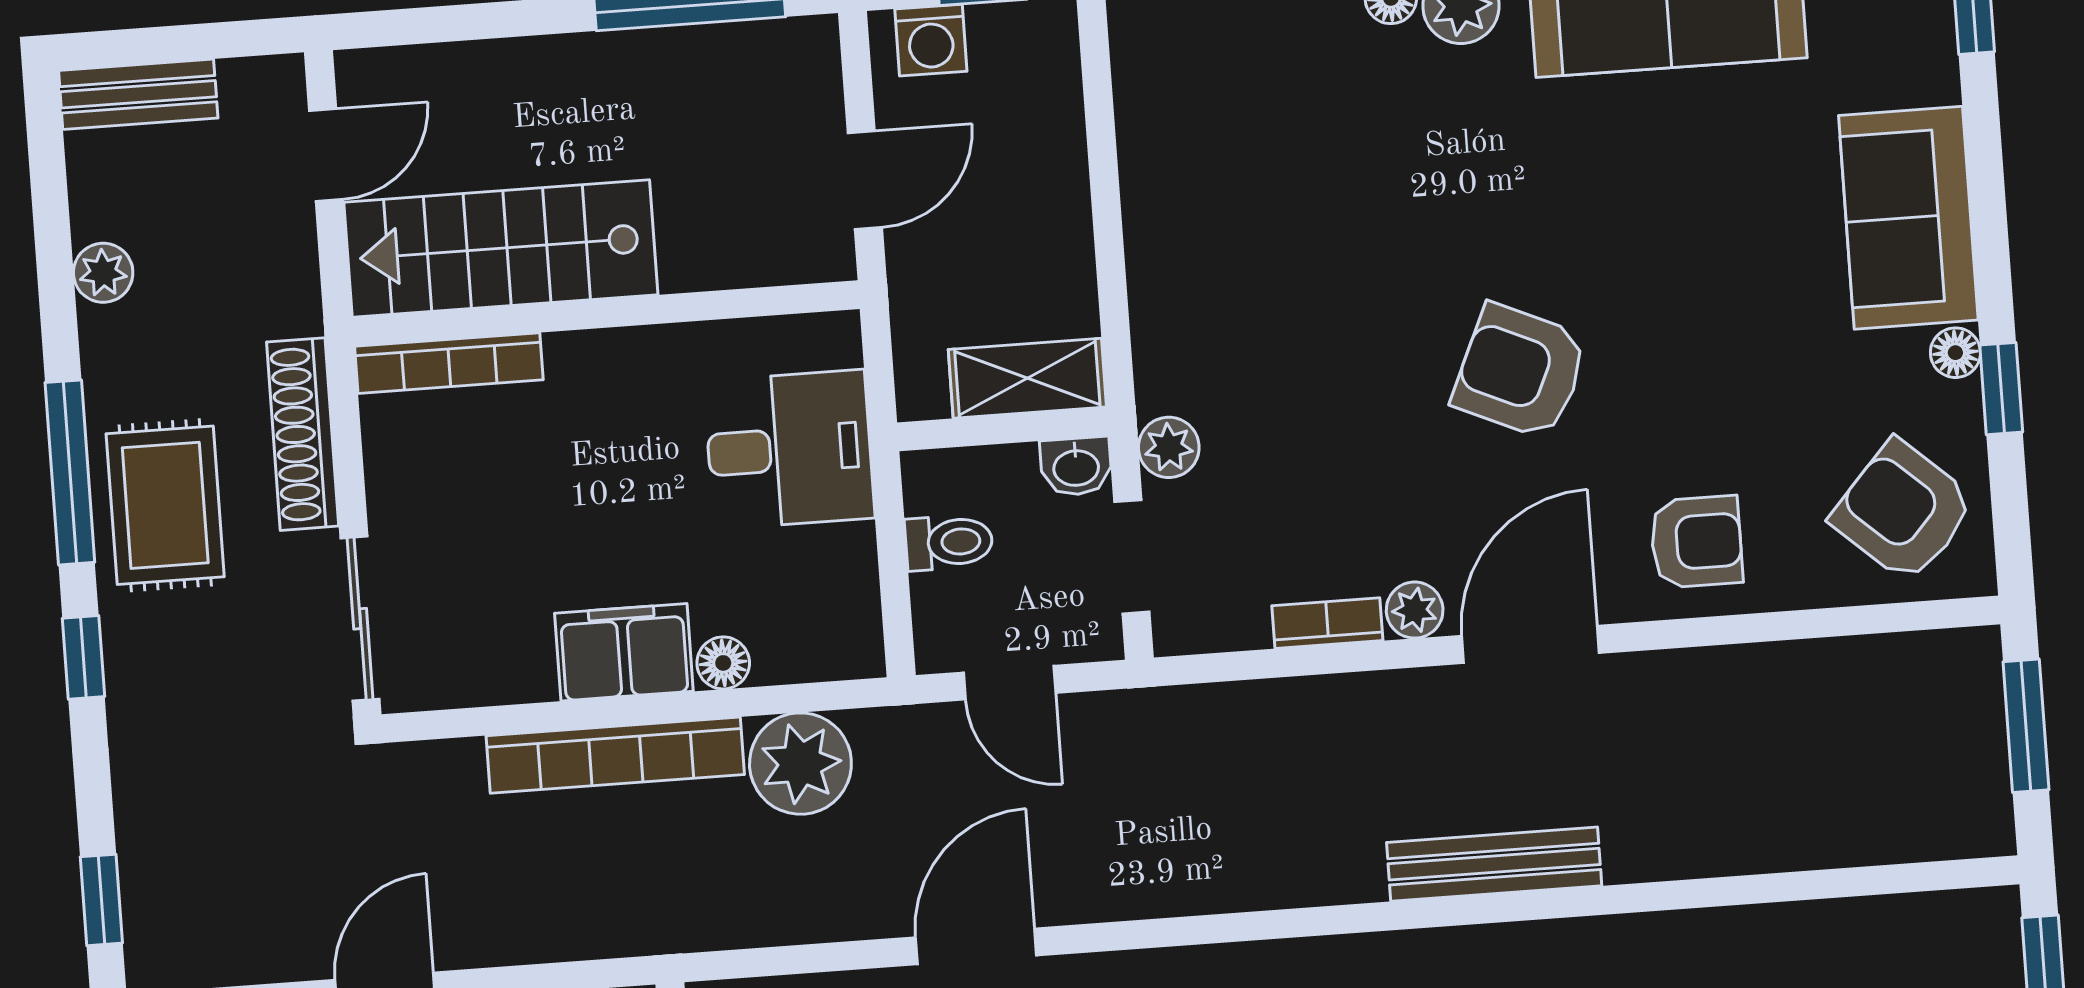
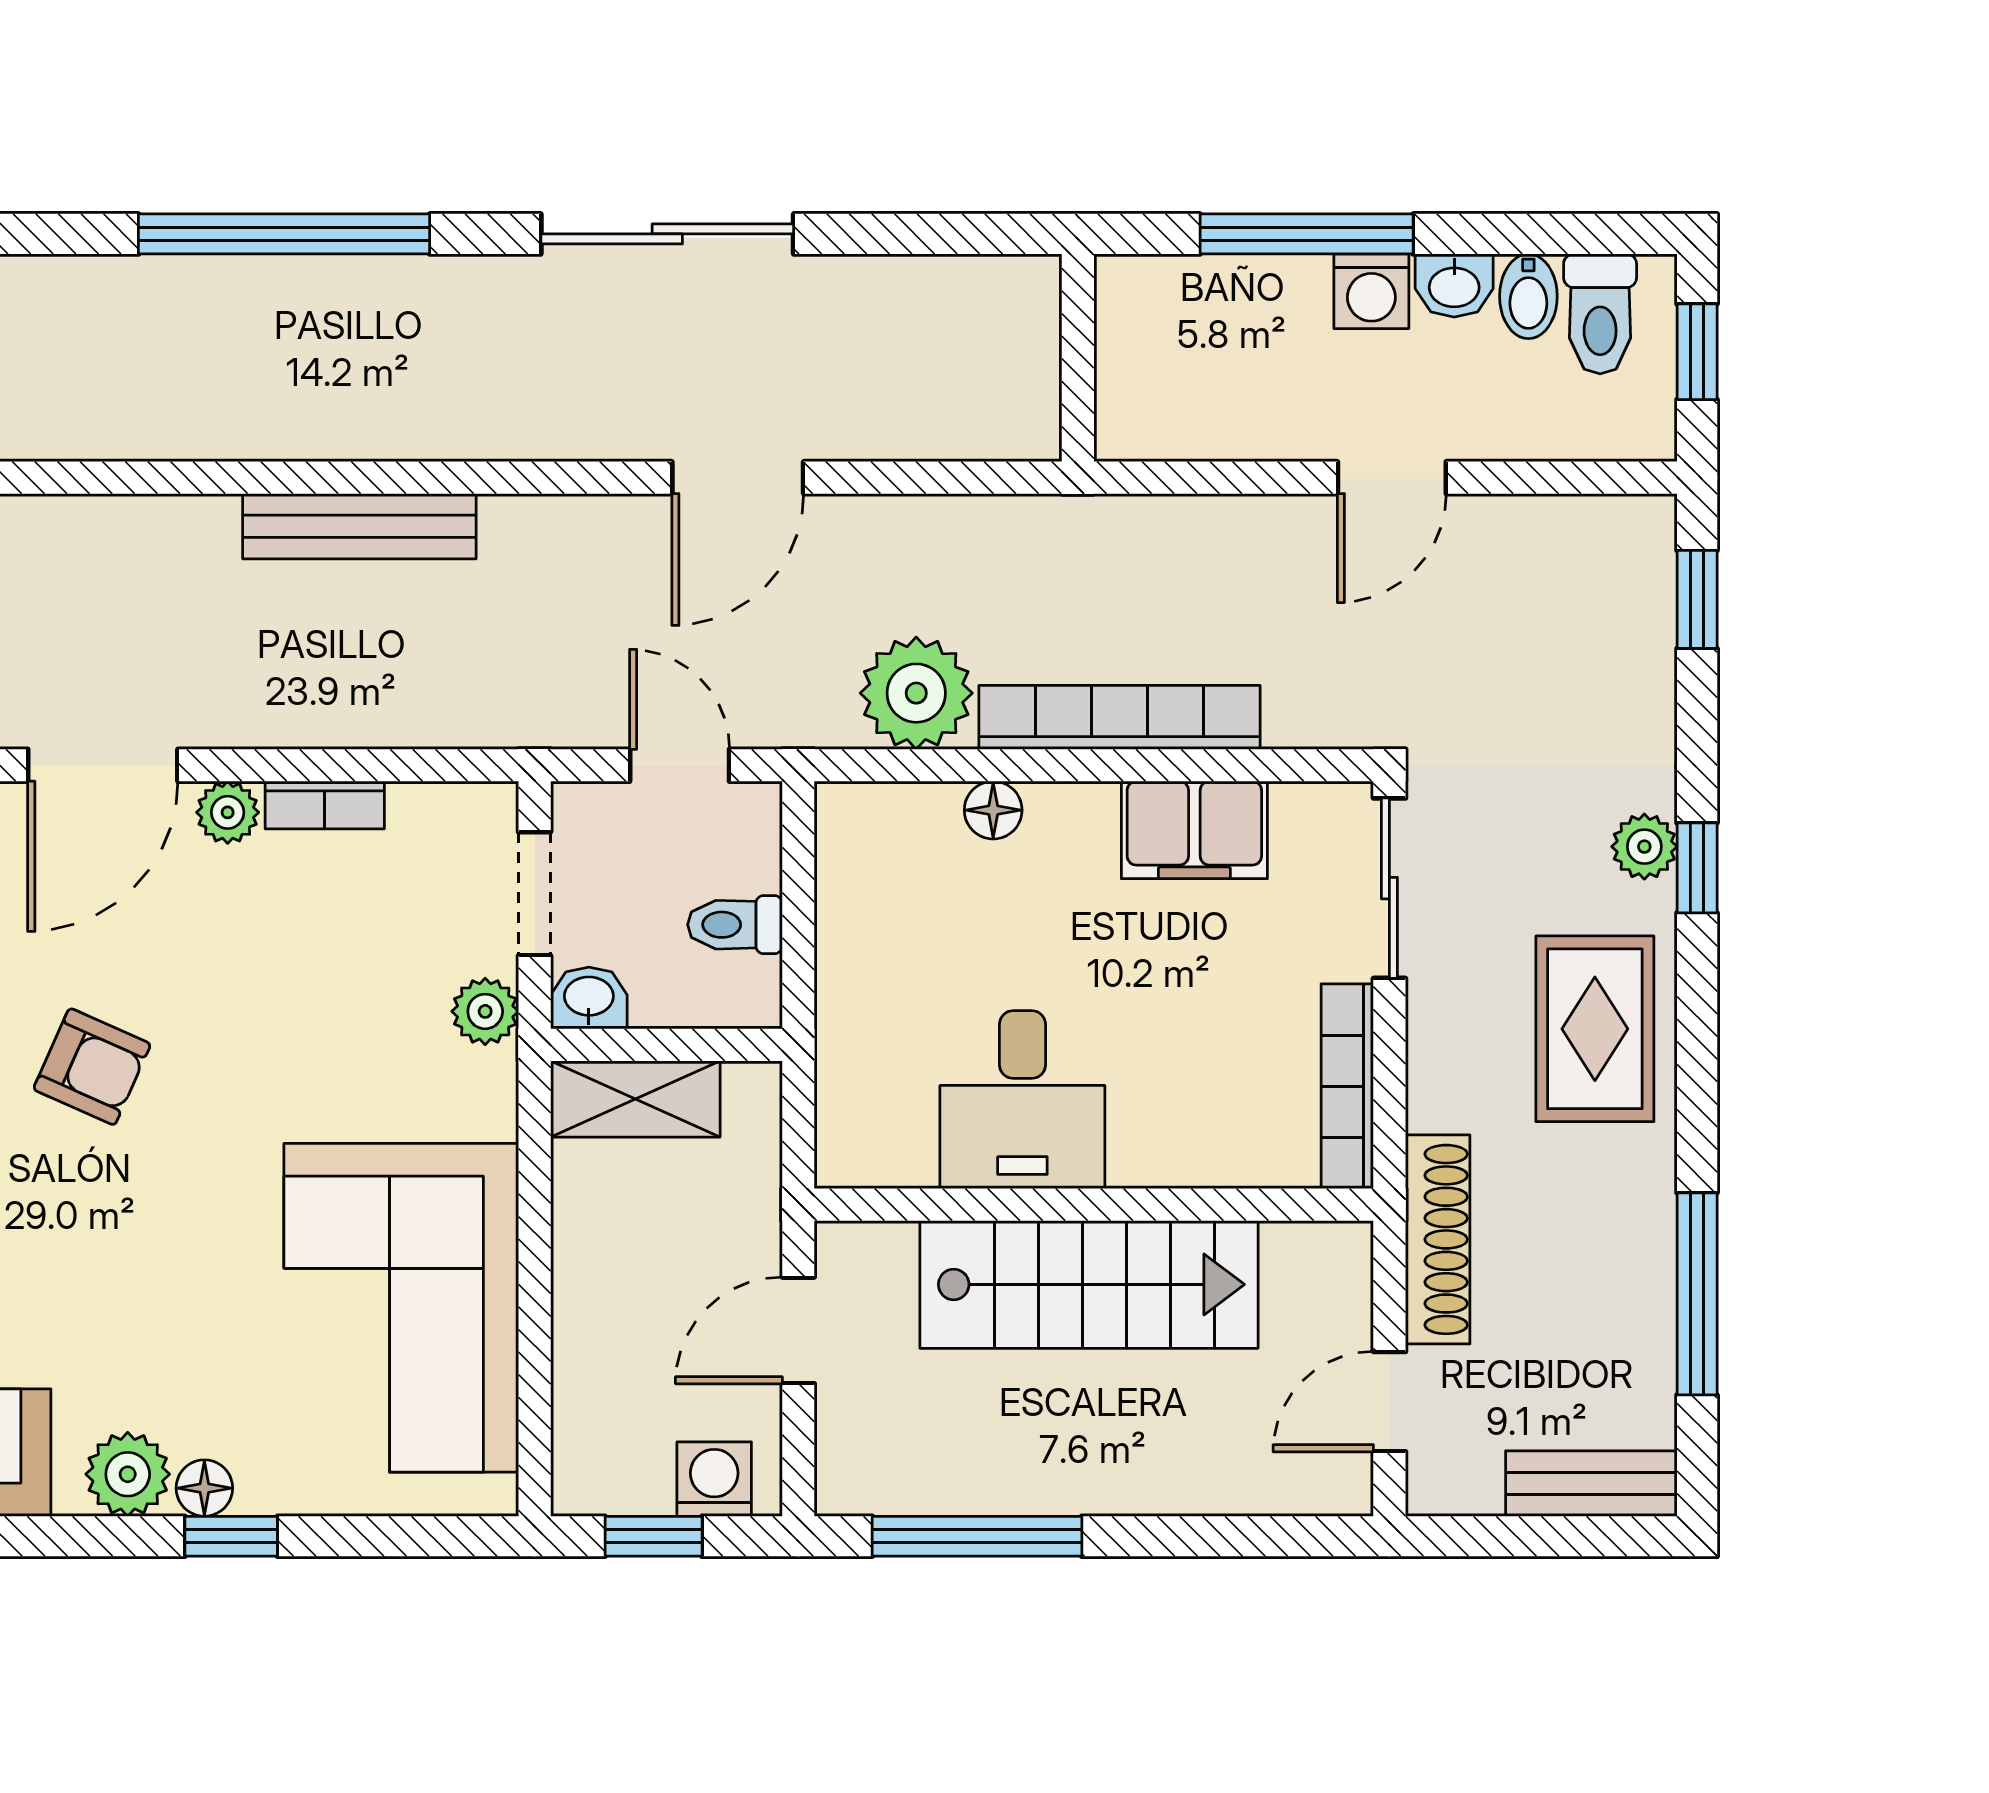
corner sofa: (1225, 174) -> (401, 1308), added
stairs: (501, 248) -> (1089, 1284), moved
plant: (103, 273) -> (1644, 847), moved
bookcase: (449, 363) -> (1347, 1086), moved, turned -90
armchair: (1520, 371) -> (92, 1067), width x0.72, depth x0.72
shoe rack: (303, 434) -> (1438, 1239), moved
desk: (789, 449) -> (1022, 1100), moved, turned -90
window: (70, 472) -> (1697, 1294), moved
filing cabinet: (624, 652) -> (1194, 830), moved
bench: (1494, 864) -> (359, 526), moved

